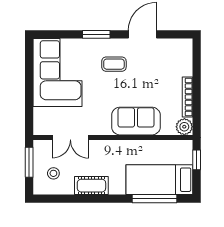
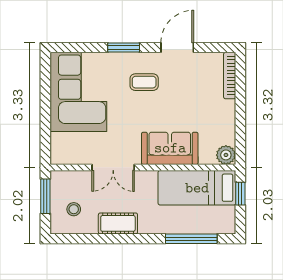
bookcase: (187, 97) -> (230, 76), moved
double door: (70, 137) -> (113, 167), moved
bed: (159, 180) -> (197, 188), moved

